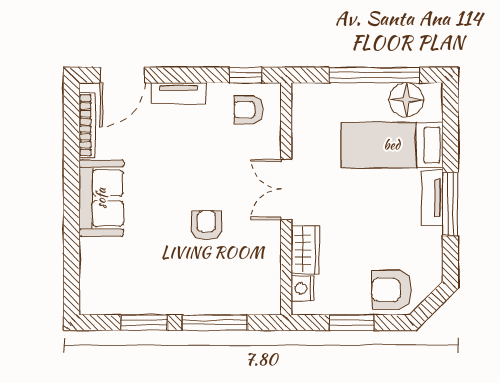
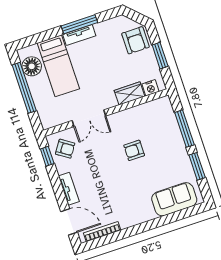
armchair: (248, 110) -> (65, 149), turned -56
double door: (286, 189) -> (89, 118), moved
sofa: (101, 198) -> (174, 199), moved

